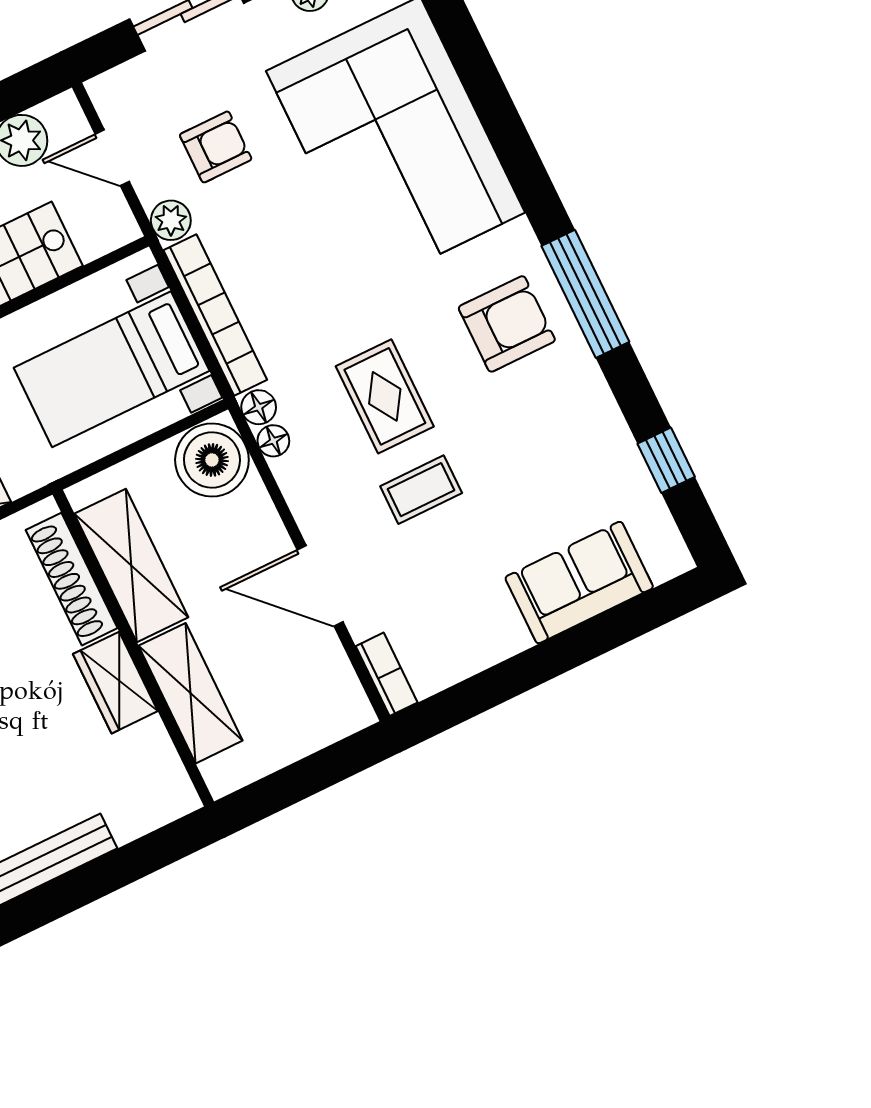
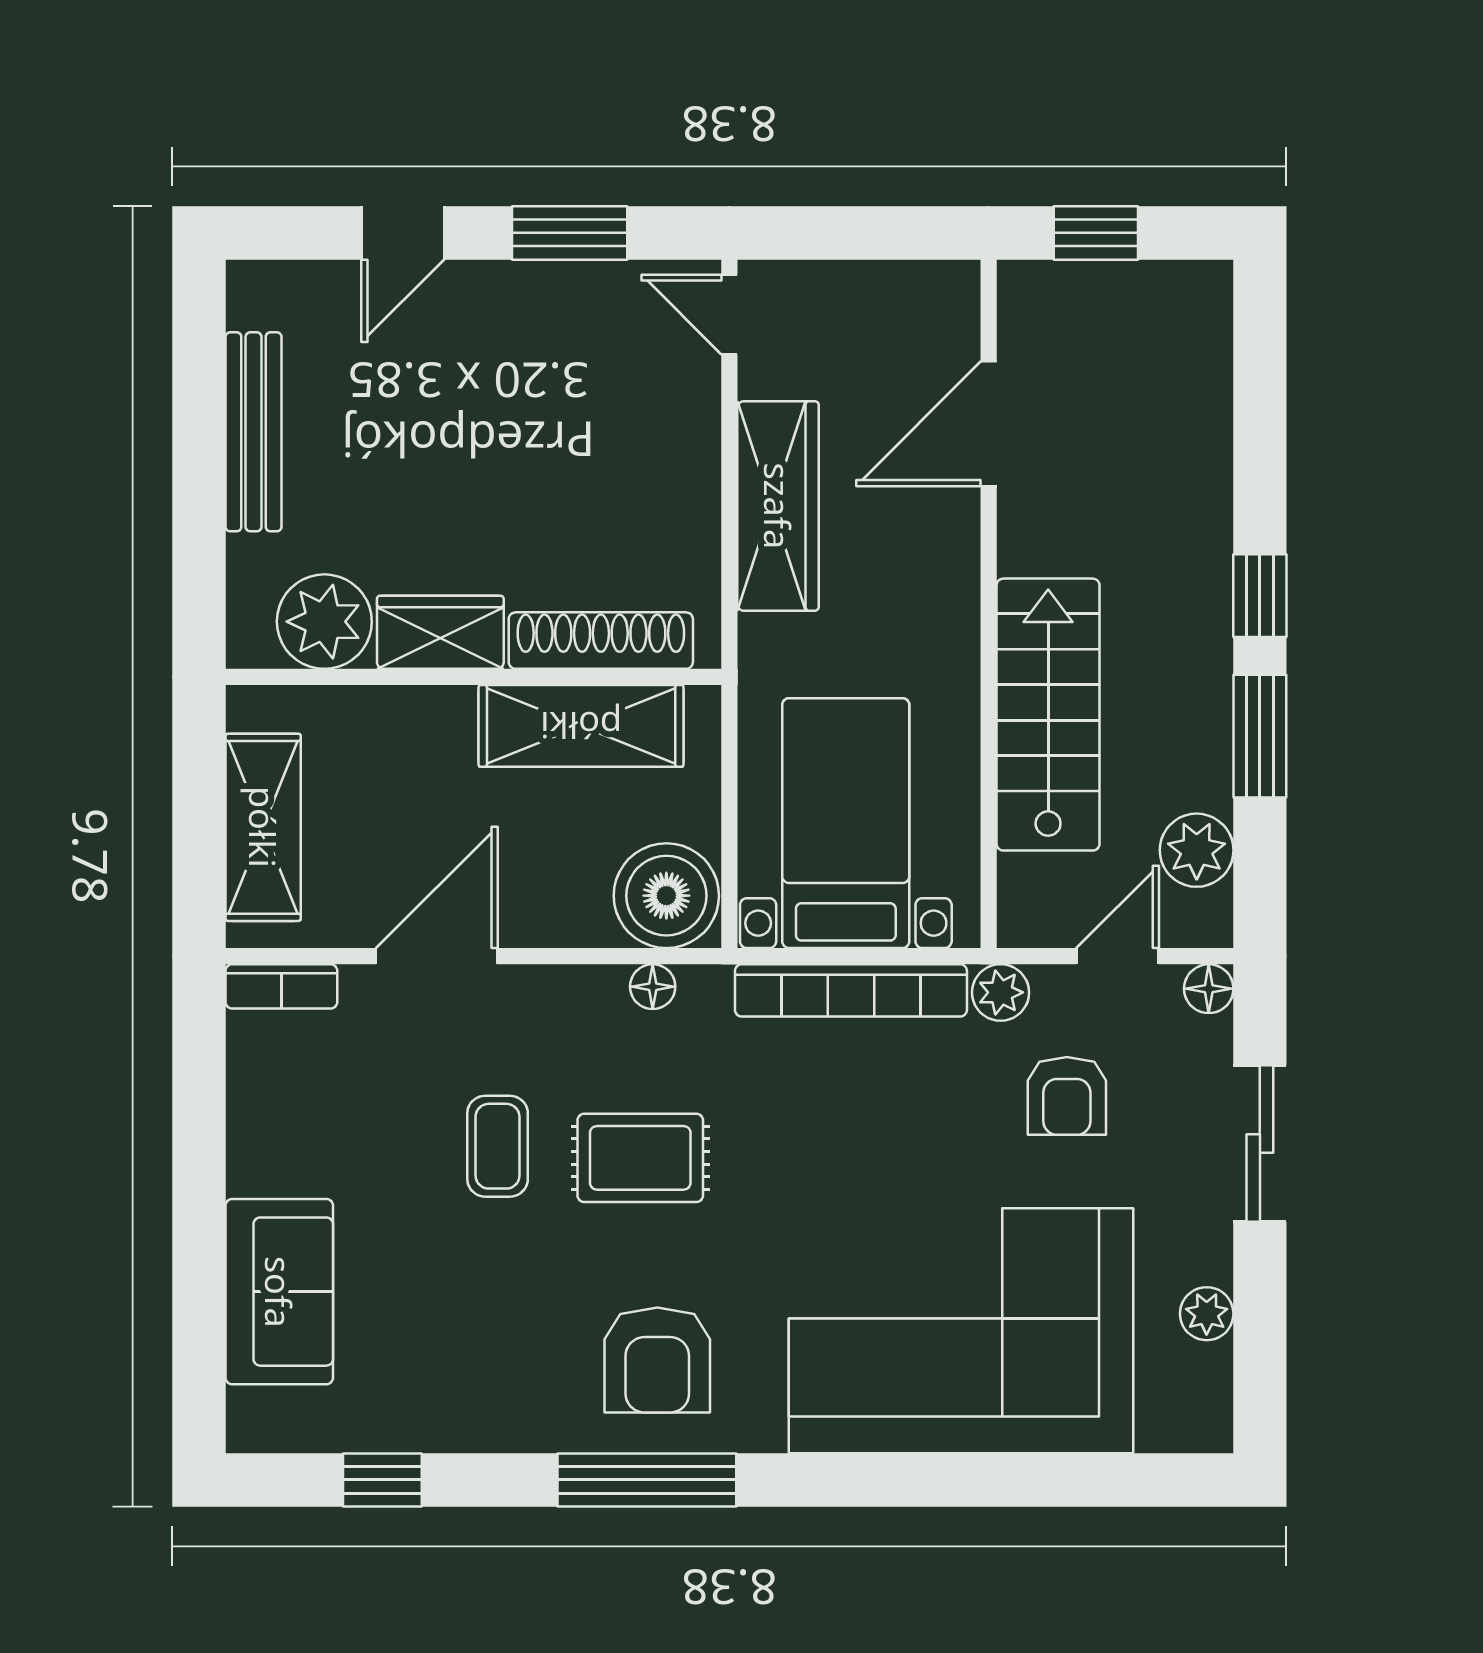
floor lamp: (259, 407) -> (1209, 989), moved
shelving: (191, 693) -> (263, 827), moved, turned 90
plant: (144, 759) -> (324, 622), added

